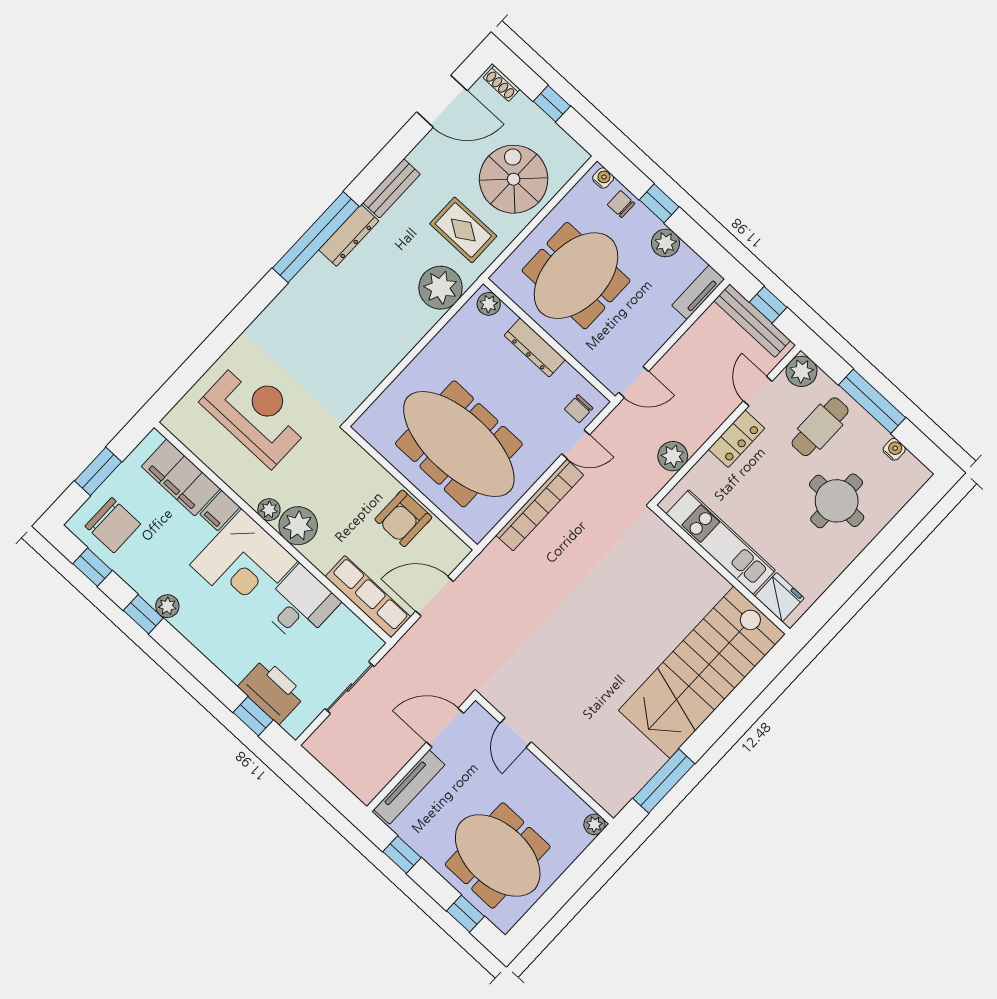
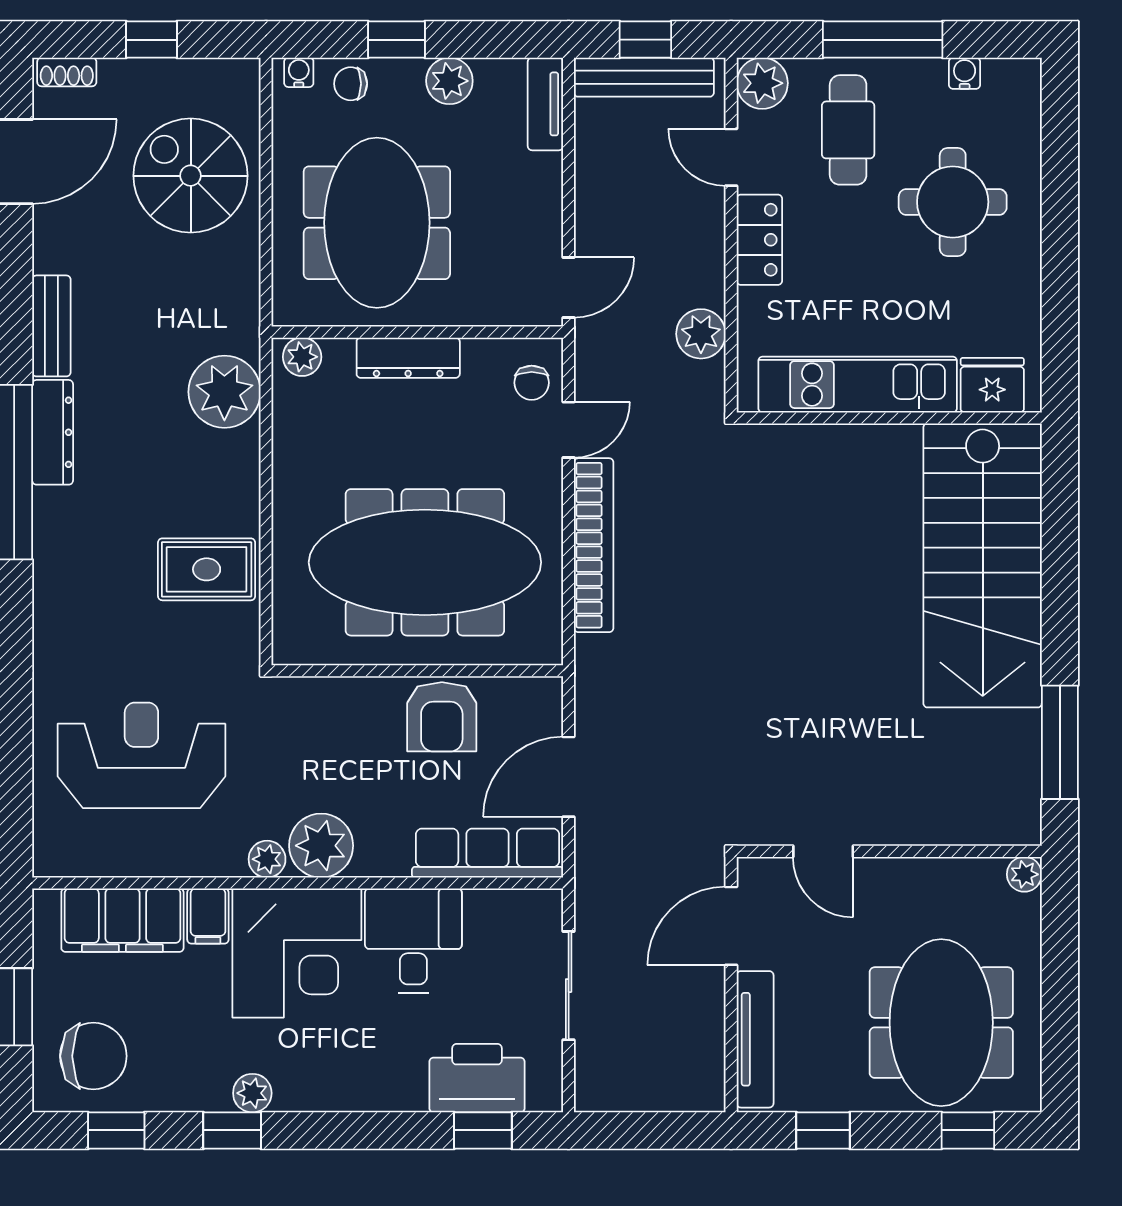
rug: (463, 230) -> (207, 569), moved
meeting table: (498, 856) -> (941, 1023), turned 90

